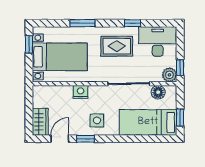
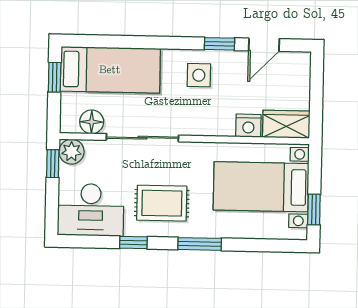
window: (82, 23) -> (200, 244), moved
nightstand: (81, 92) -> (248, 126), moved
wardrobe: (40, 122) -> (286, 124), moved, turned 90

